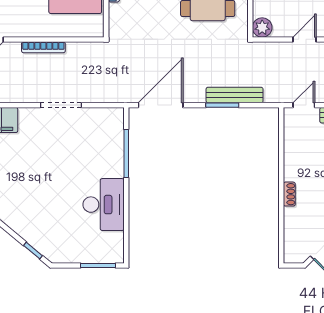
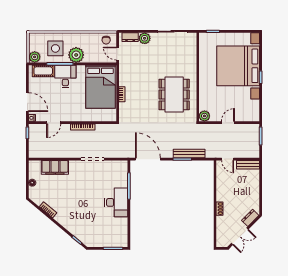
door: (161, 105) -> (148, 159), hinge flipped
door: (304, 105) -> (228, 159), swing flipped
desk: (104, 205) -> (116, 202), moved

